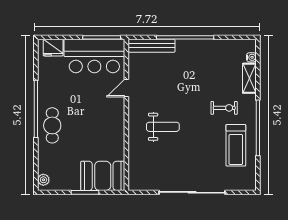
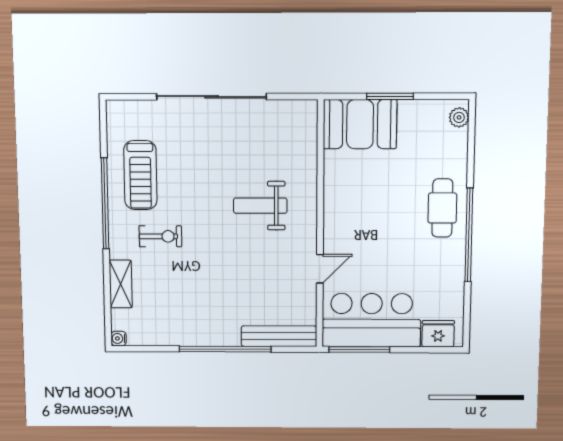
water cooler: (251, 57) -> (119, 338), moved
exercise bike: (224, 108) -> (160, 236), turned 180
treadmill: (236, 145) -> (140, 175), turned 180

